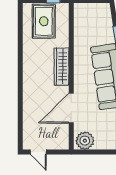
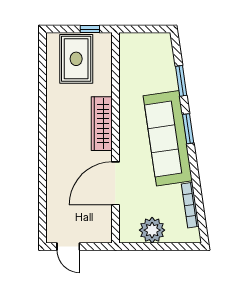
plant: (85, 141) -> (152, 230), moved

